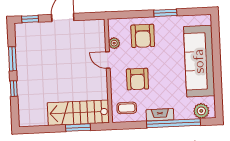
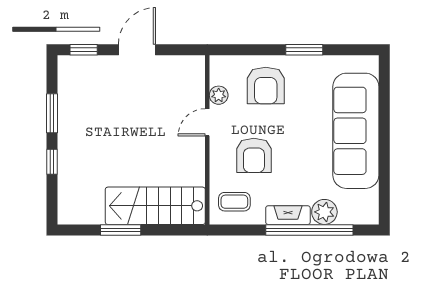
door: (108, 60) -> (207, 122), hinge flipped
plant: (201, 111) -> (324, 212), moved
window: (78, 128) -> (121, 230), moved

